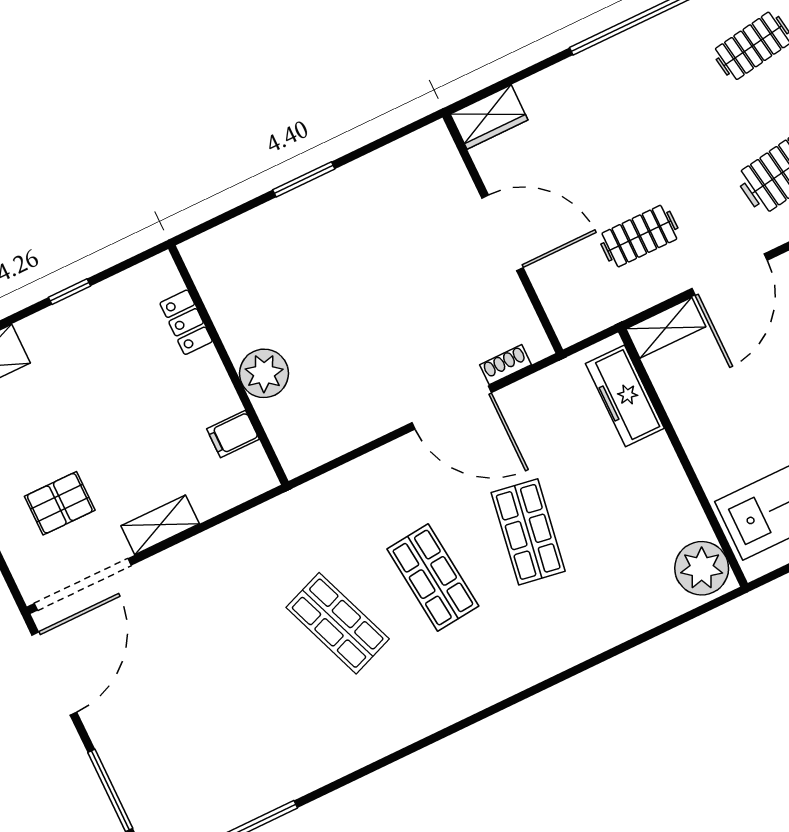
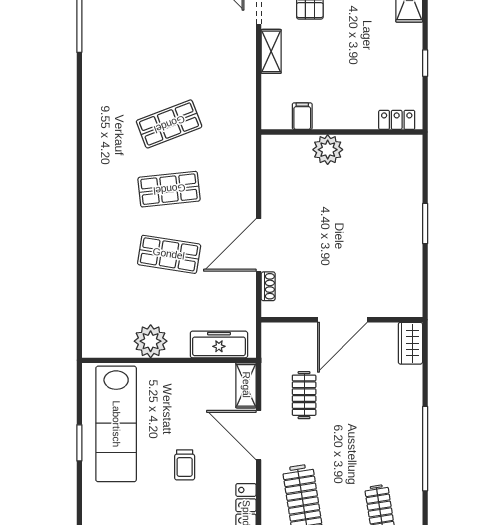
locker: (186, 322) -> (397, 120), moved
plant: (702, 568) -> (151, 341), moved

